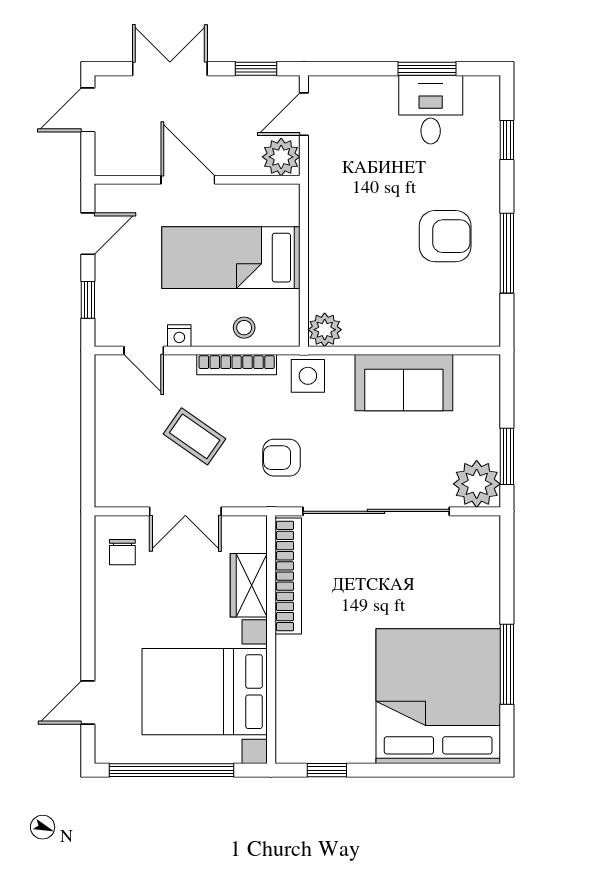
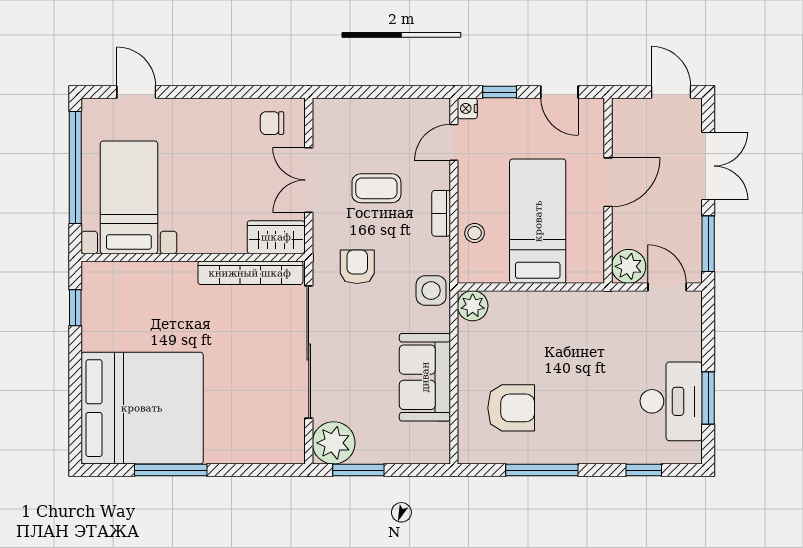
window: (256, 69) -> (708, 244), width x1.50
desk: (431, 110) -> (671, 401), width x1.37
armchair: (445, 236) -> (511, 408), moved, turned -90
nightstand: (179, 336) -> (467, 108), moved
bookcase: (237, 365) -> (441, 213), width x0.64
coffee table: (195, 436) -> (376, 188), turned 55
wardrobe: (249, 585) -> (276, 237), moved
bed with nightstands: (205, 692) -> (129, 197), width x0.73

